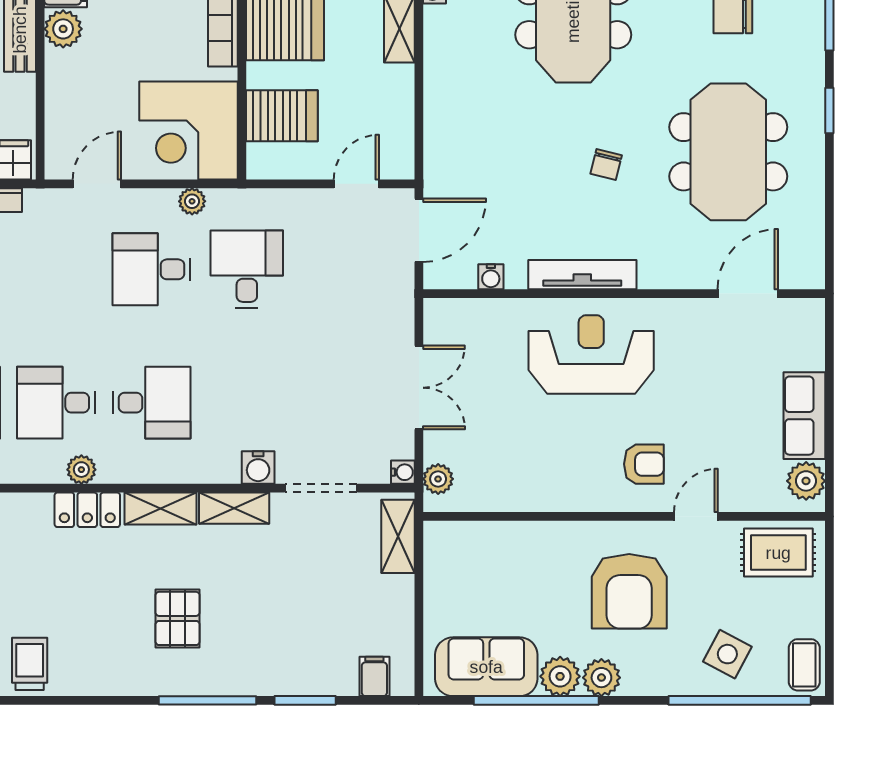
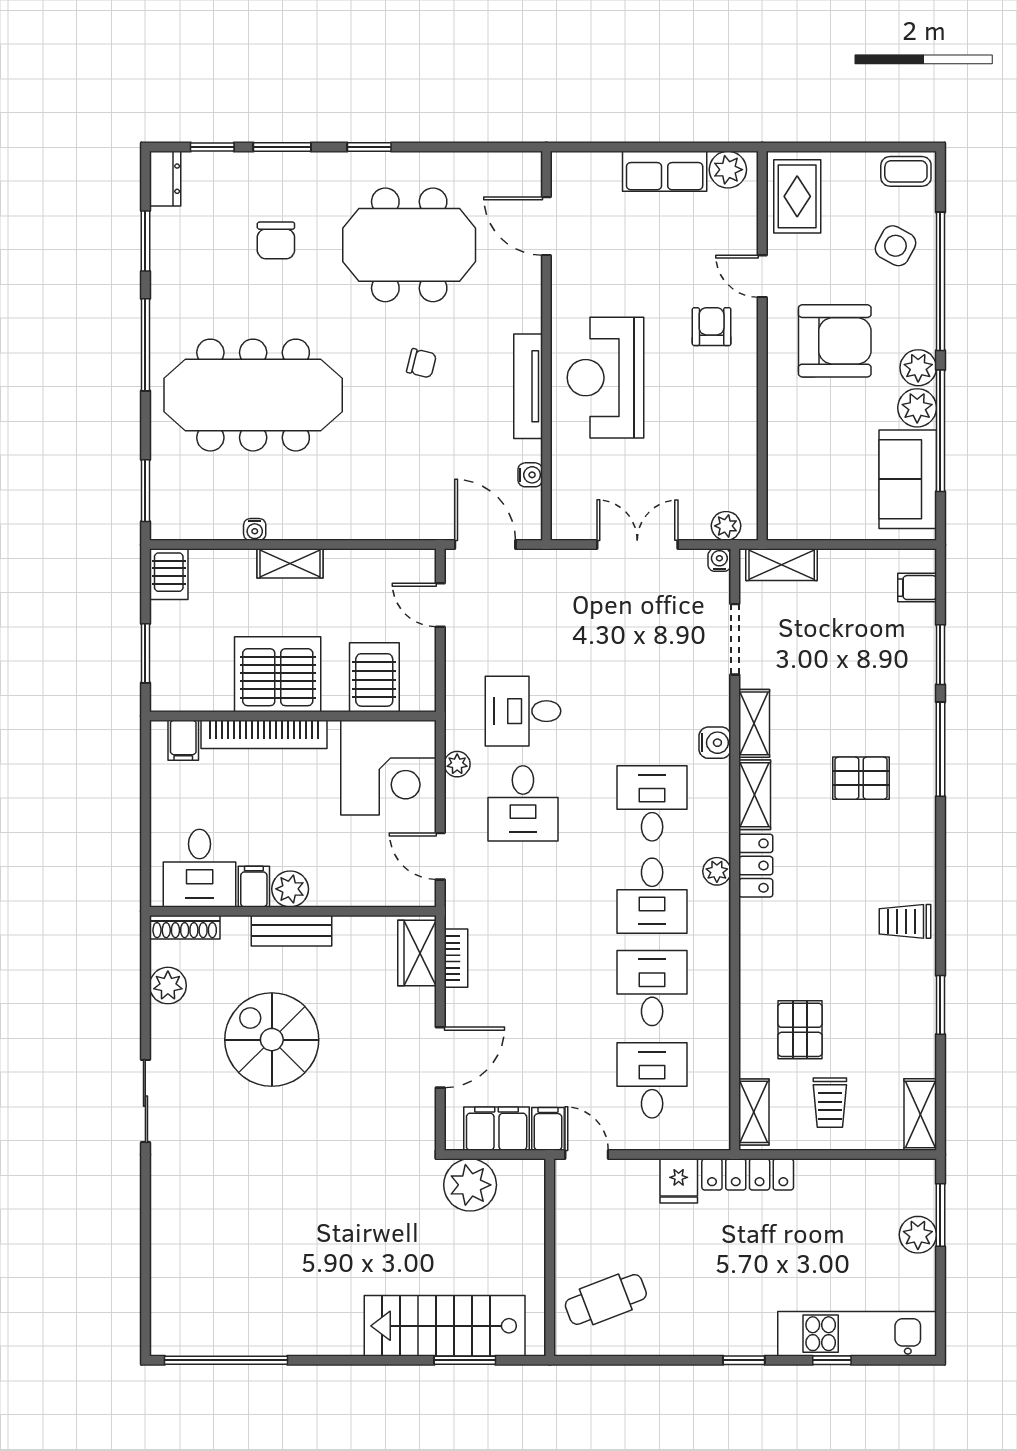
water cooler: (258, 468) -> (715, 743), moved
window: (740, 700) -> (940, 281), moved

